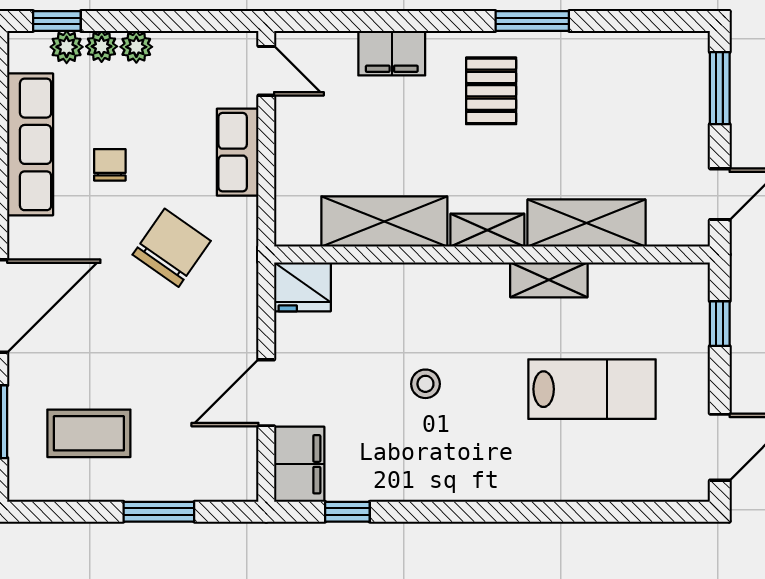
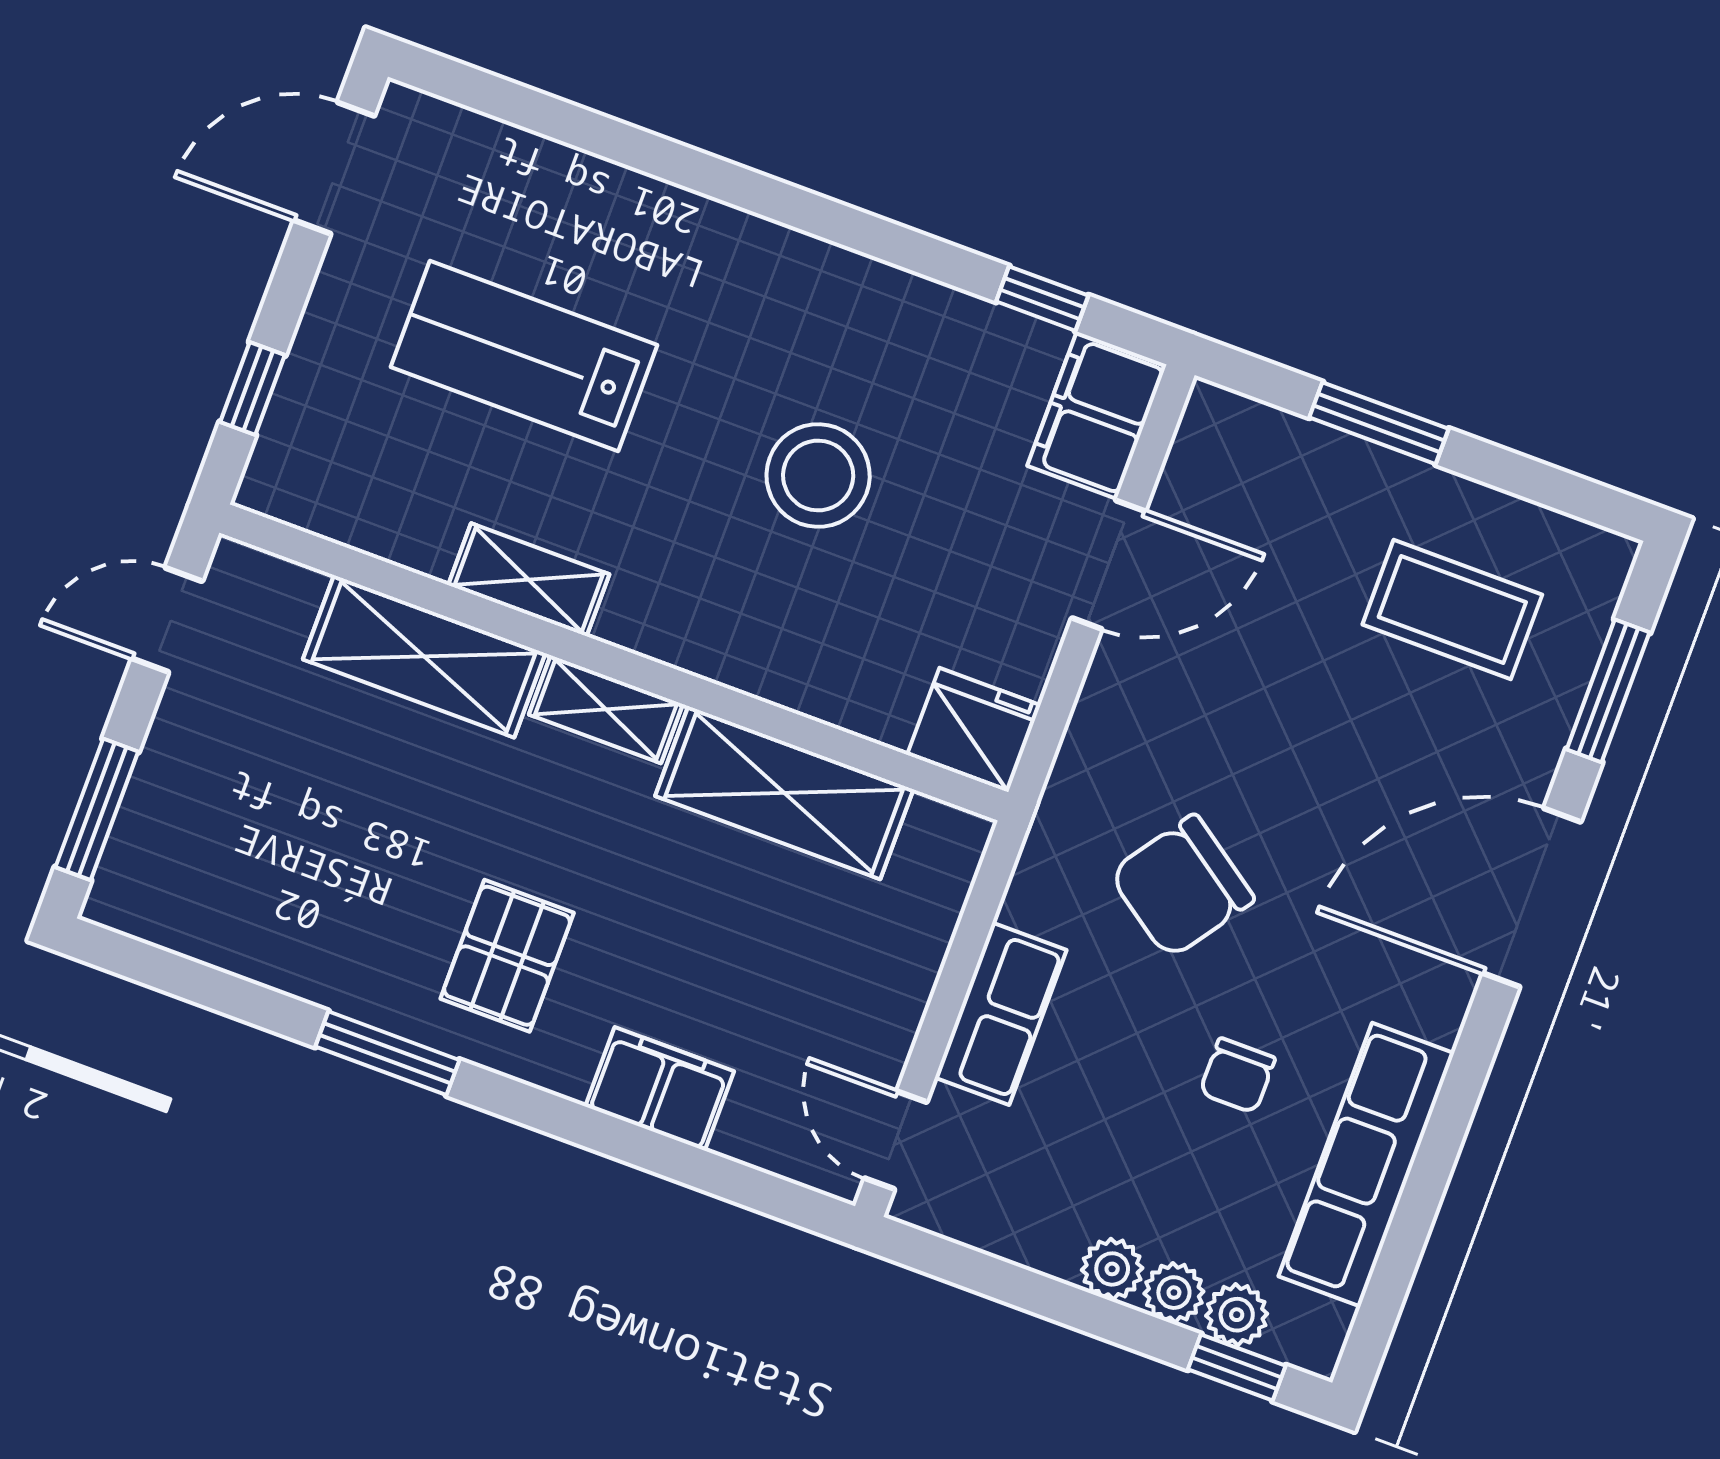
stool: (425, 384) -> (818, 475), width x1.89, depth x1.89

